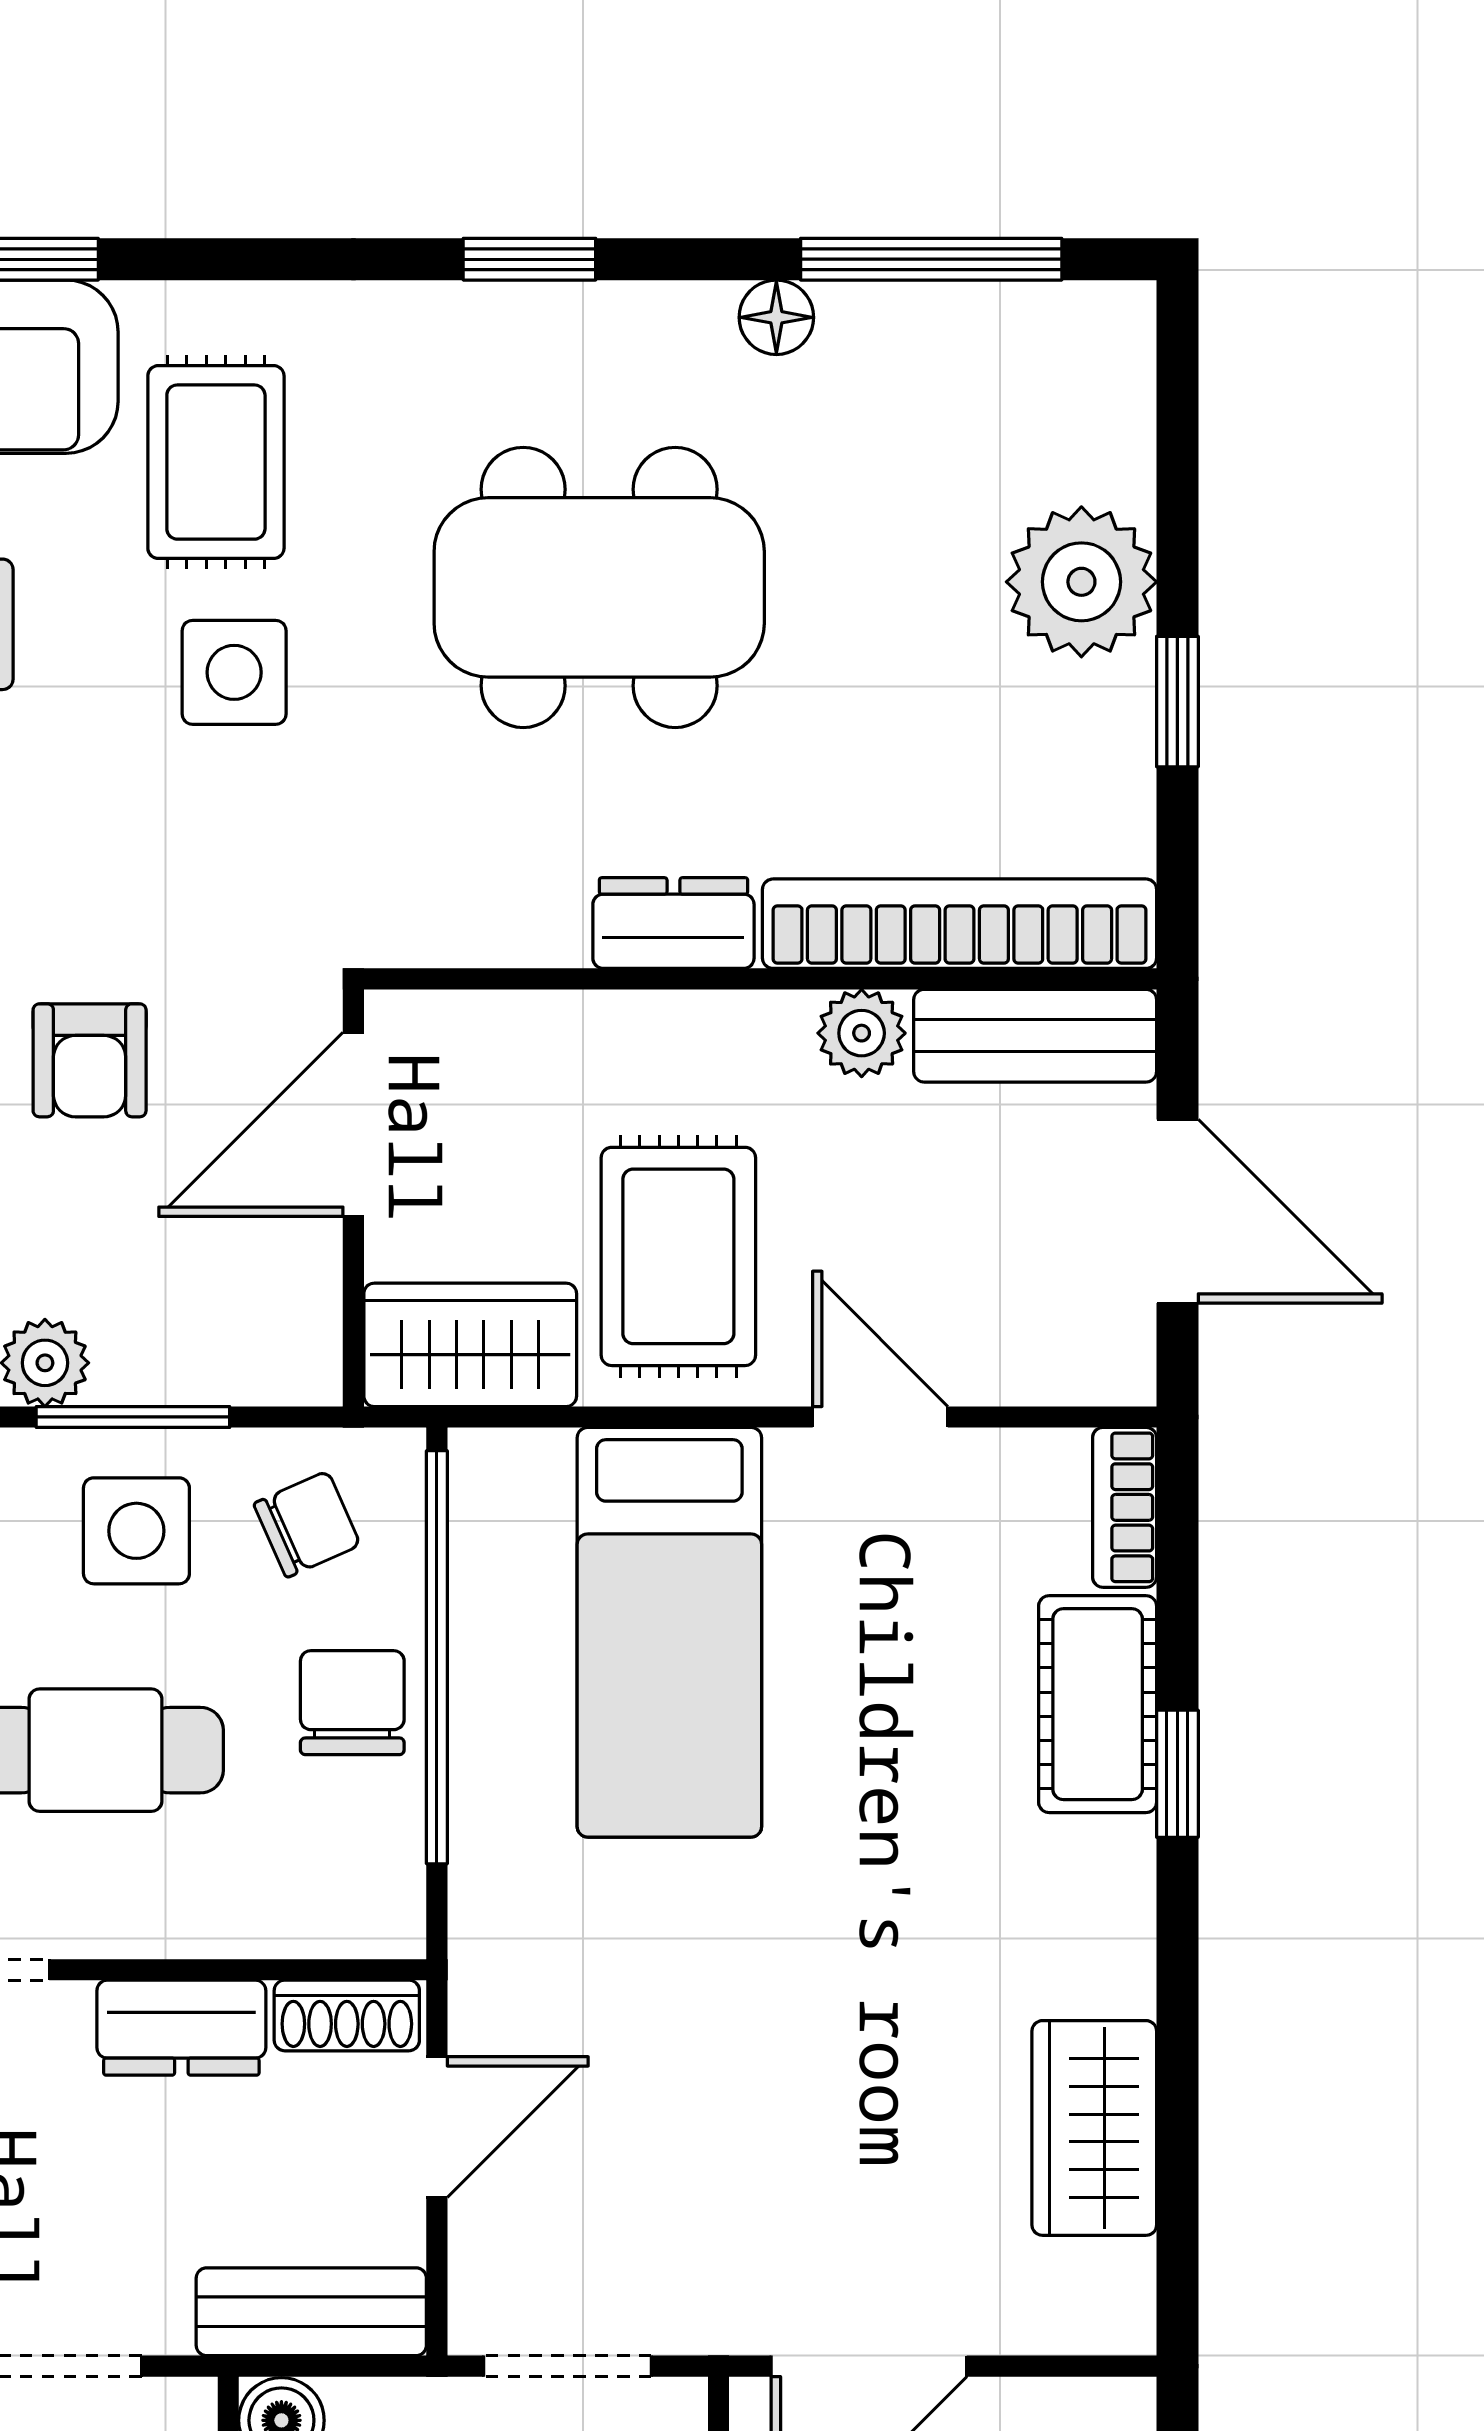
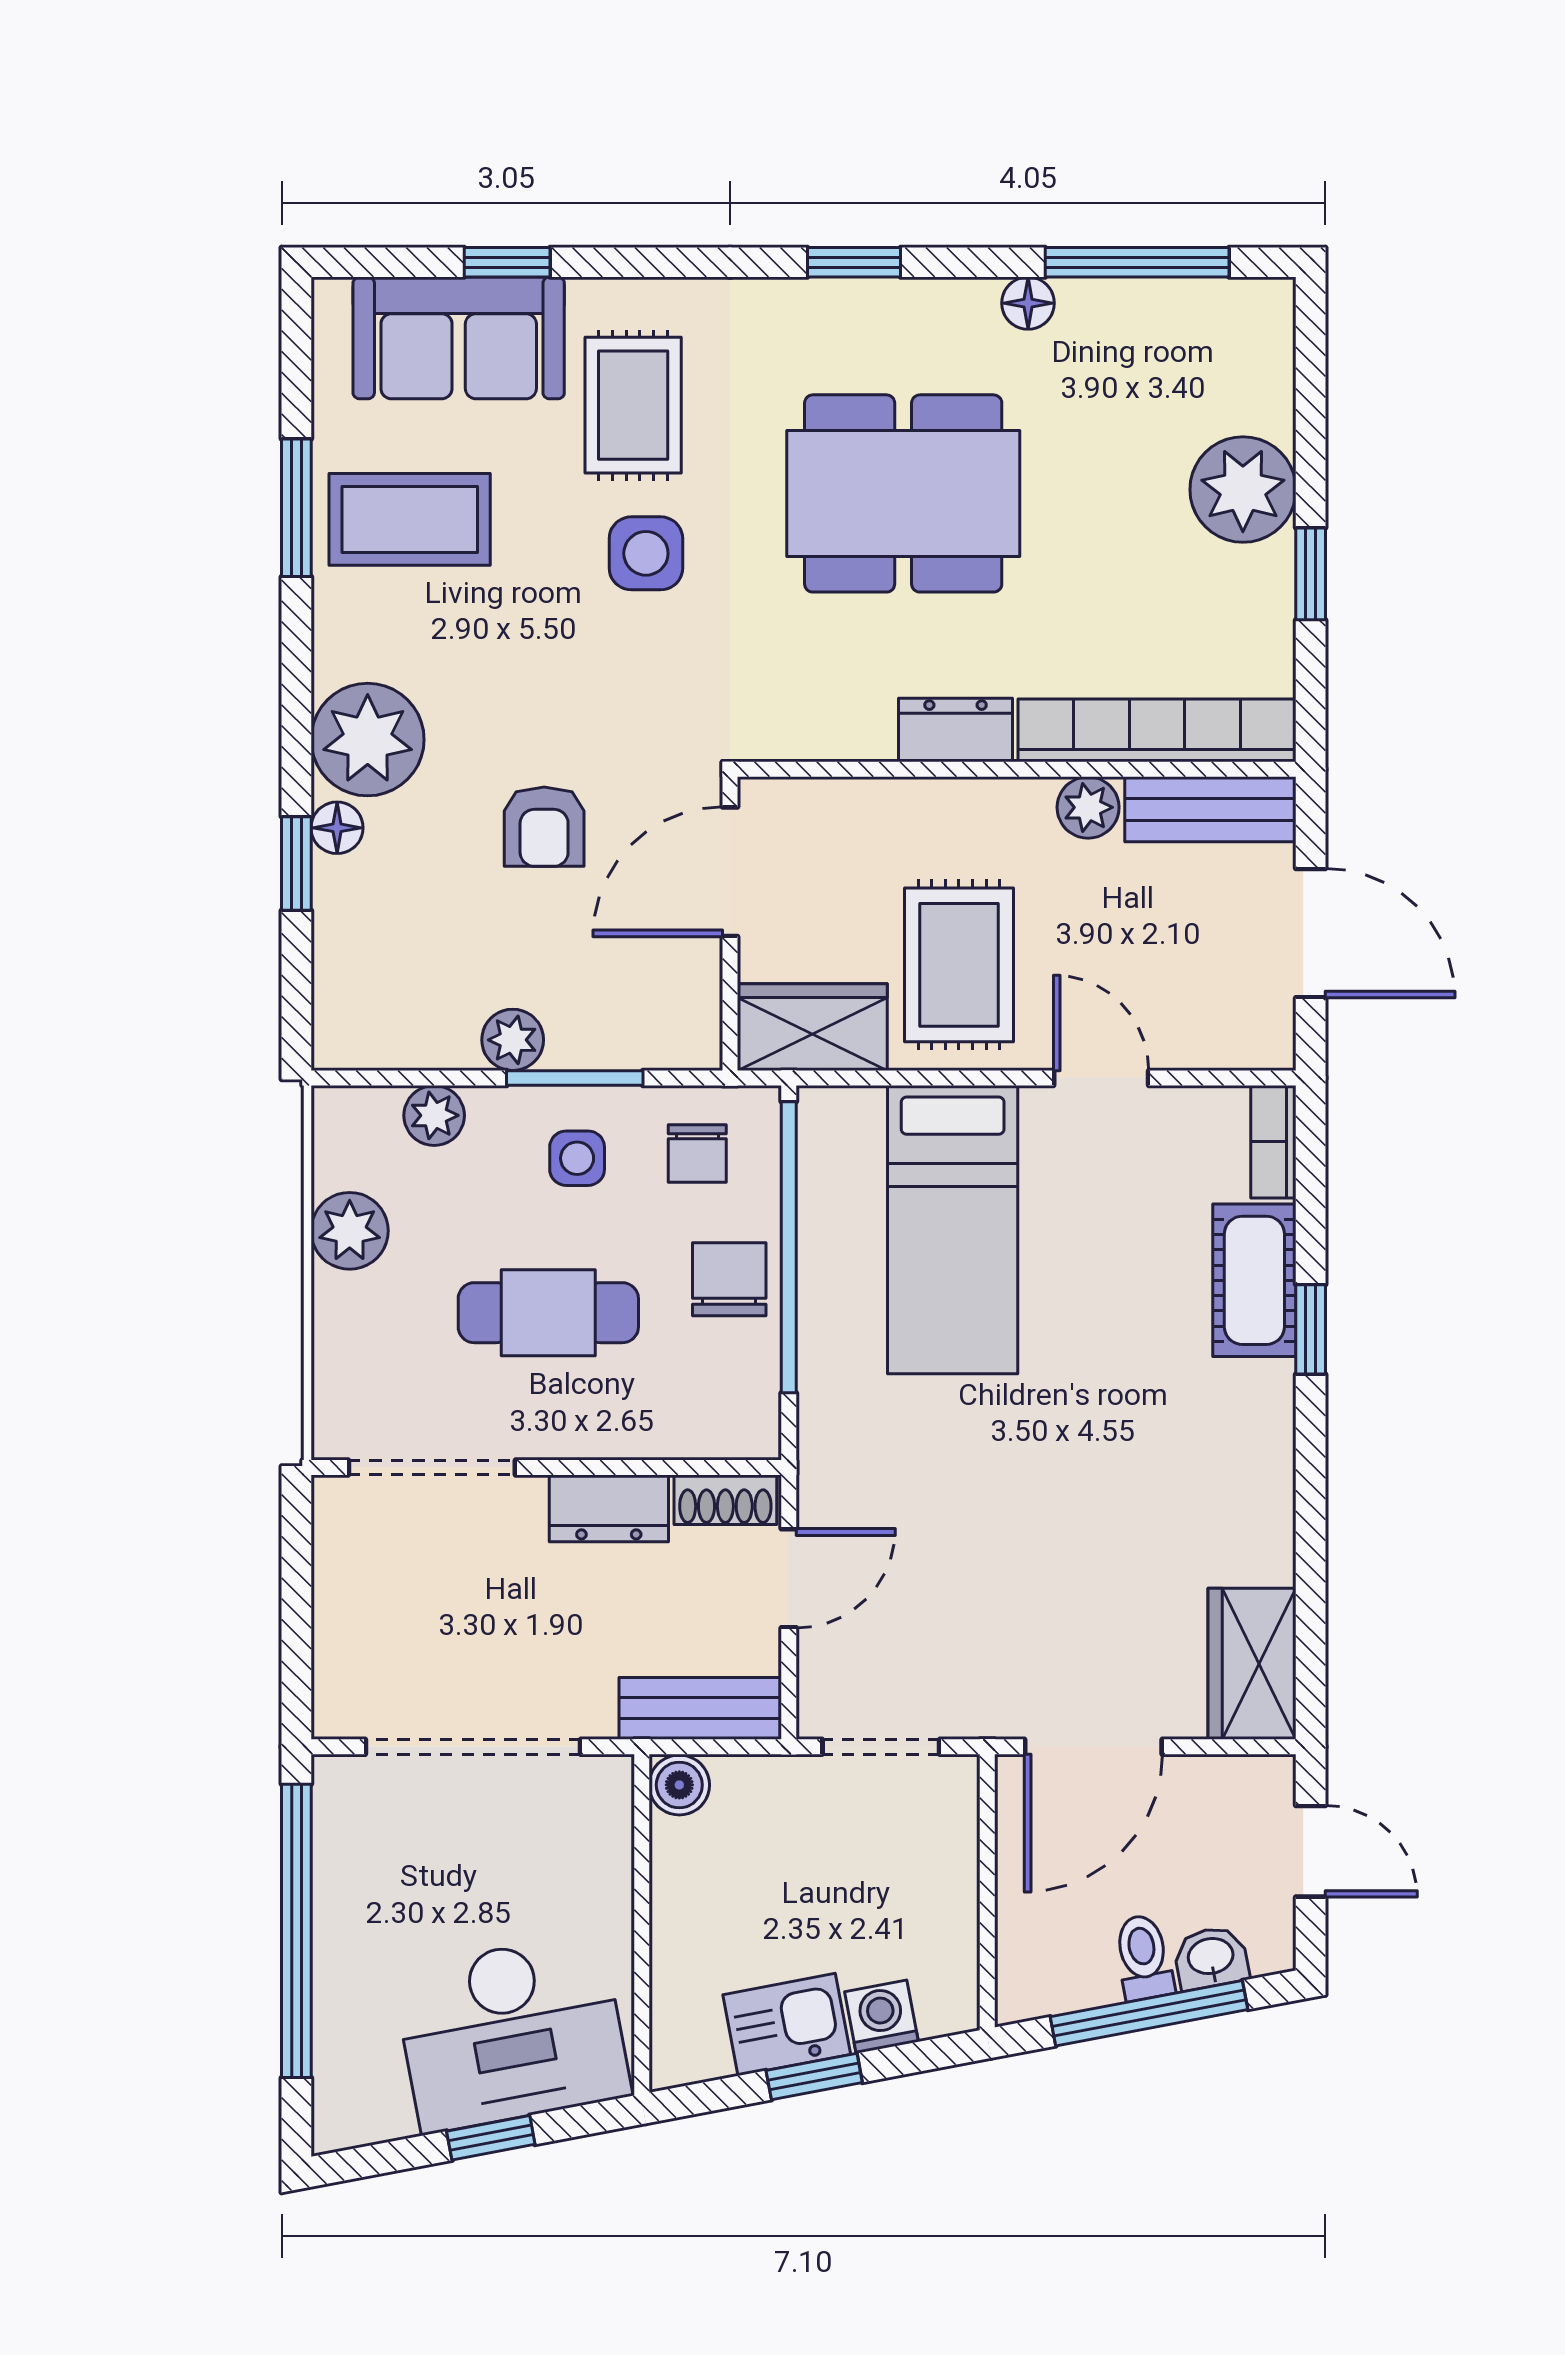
chair: (307, 1524) -> (697, 1154), turned 114
side table: (136, 1531) -> (577, 1158), width x0.73, depth x0.73
wardrobe: (1094, 2128) -> (1252, 1664), moved

